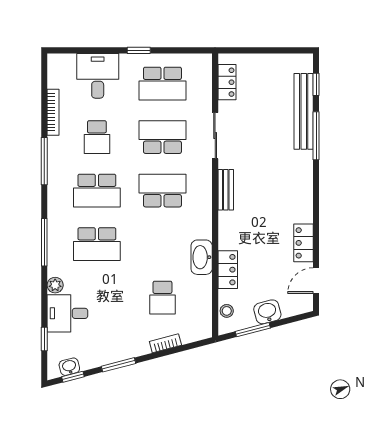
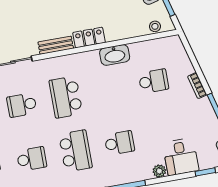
school desk: (162, 137) -> (22, 105), width x0.54
school desk: (97, 244) -> (119, 143), width x0.54
locker: (228, 270) -> (89, 38), moved
bookcase: (165, 343) -> (197, 86), moved

